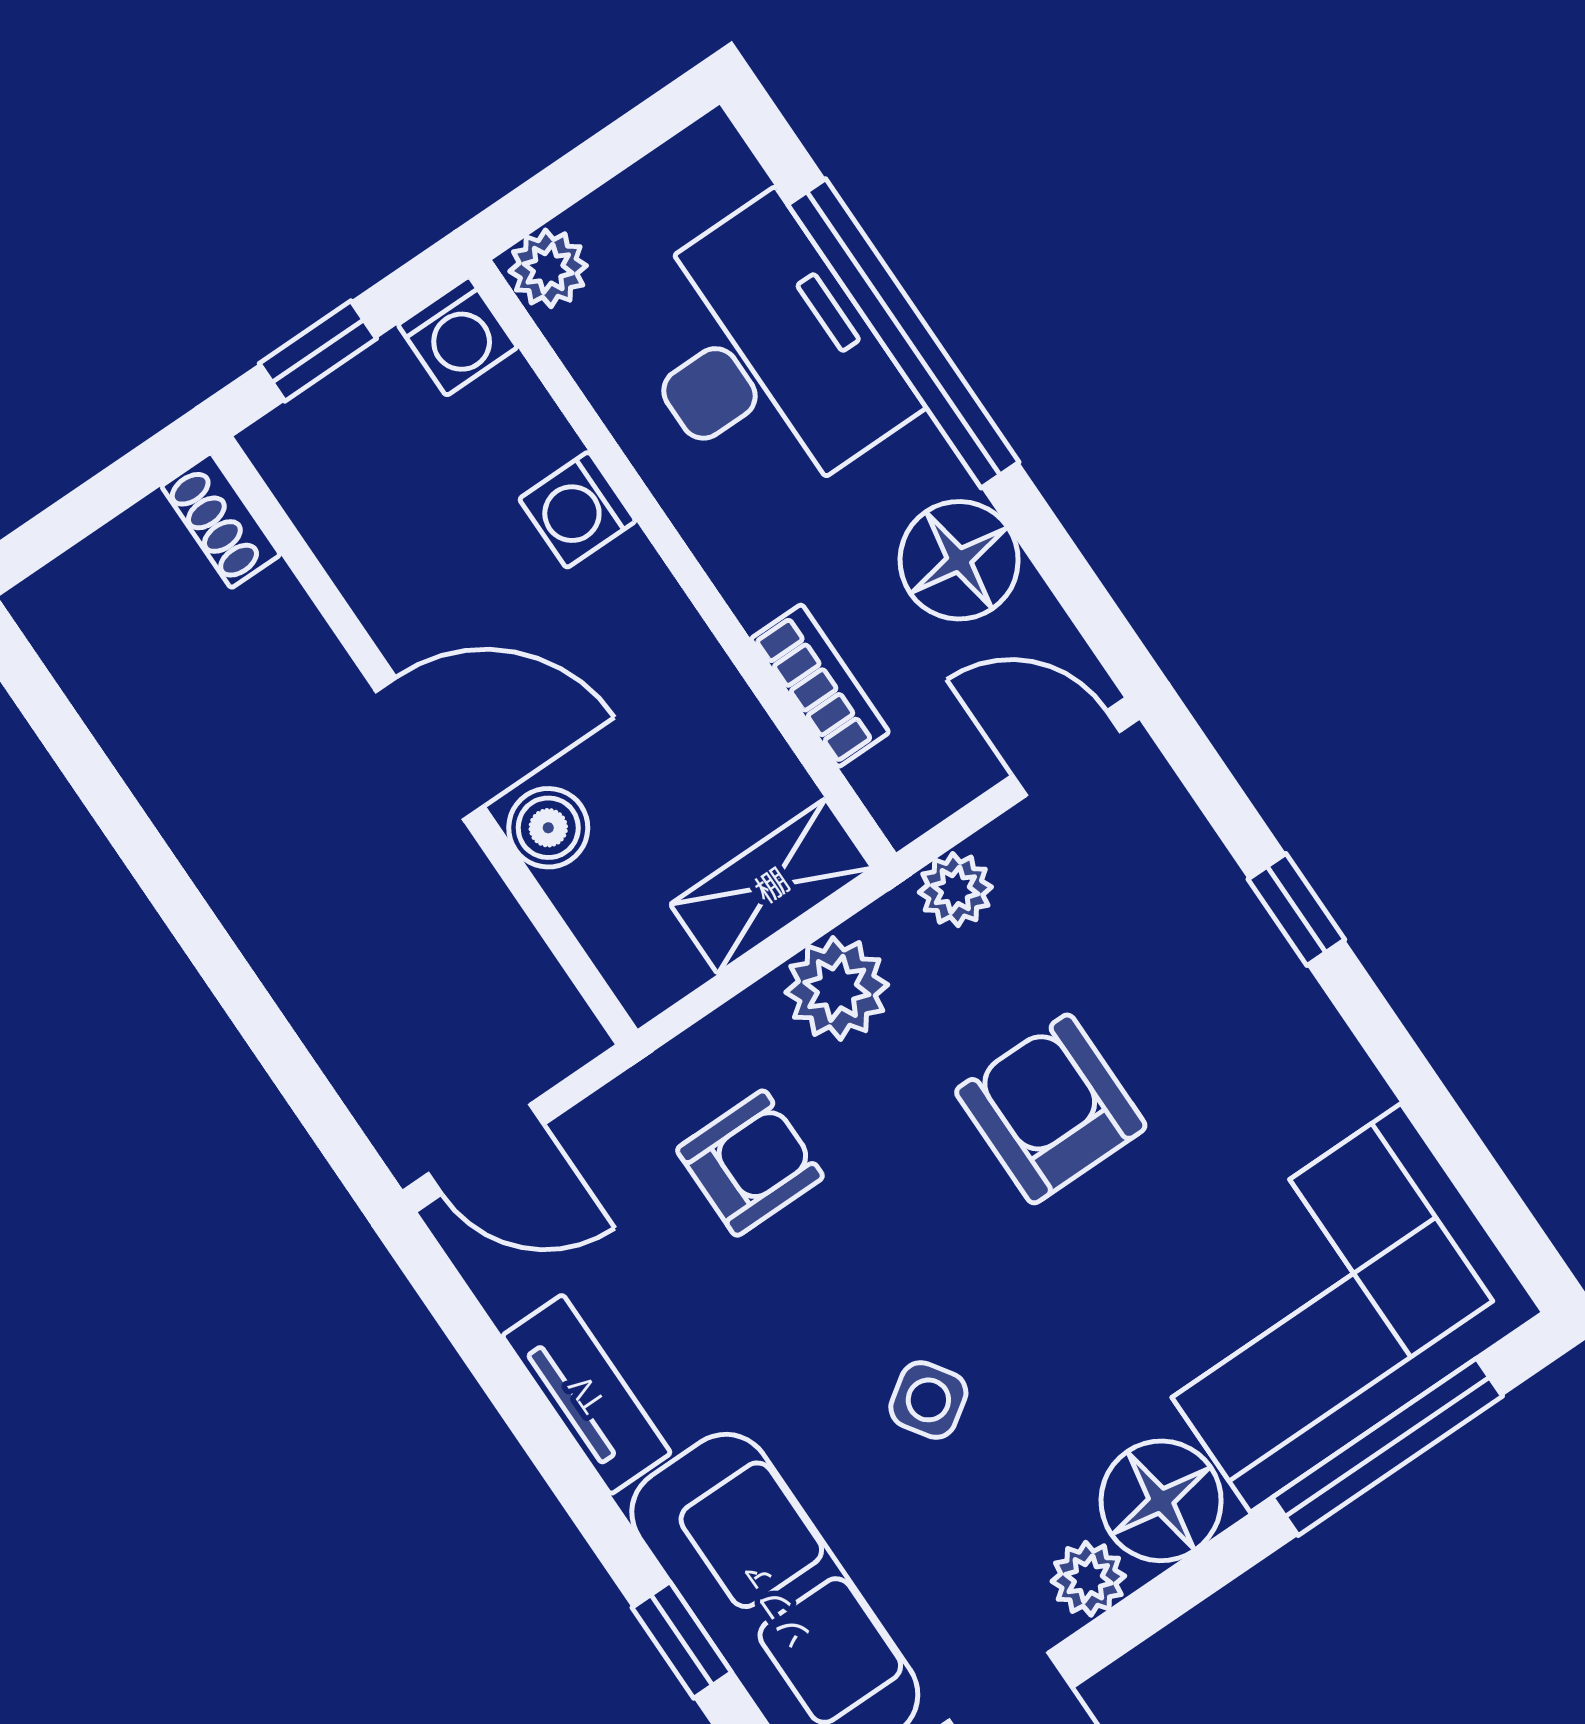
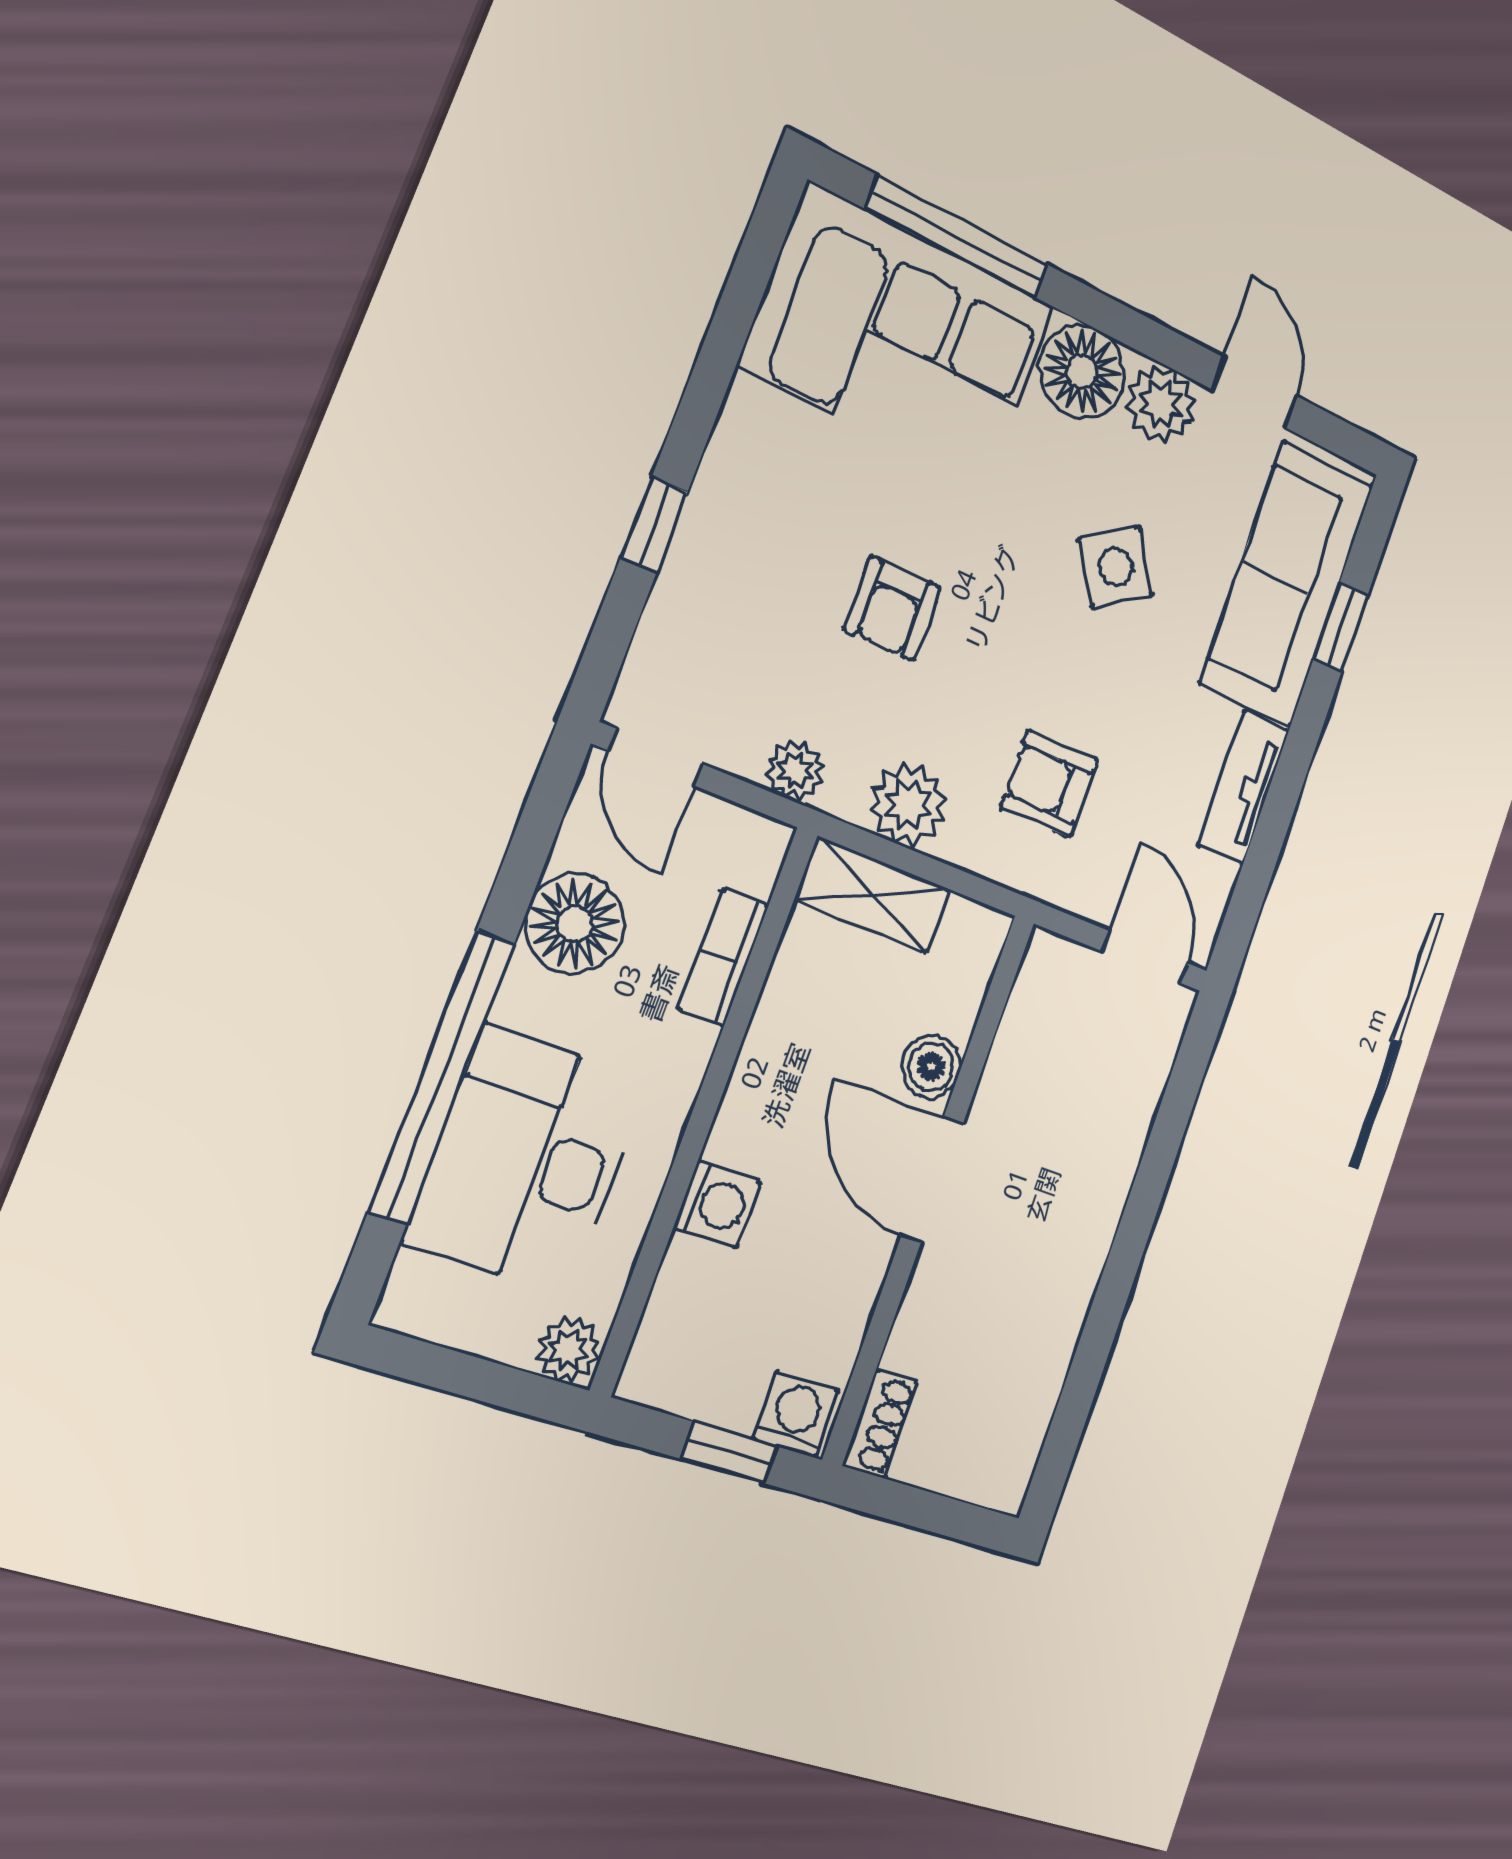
washing machine: (458, 336) -> (796, 1415), moved
armchair: (1051, 1109) -> (892, 608), width x0.72, depth x0.72
side table: (928, 1400) -> (1116, 567), width x1.37, depth x1.37
plant: (1088, 1579) -> (1161, 404), width x1.38, depth x1.38

